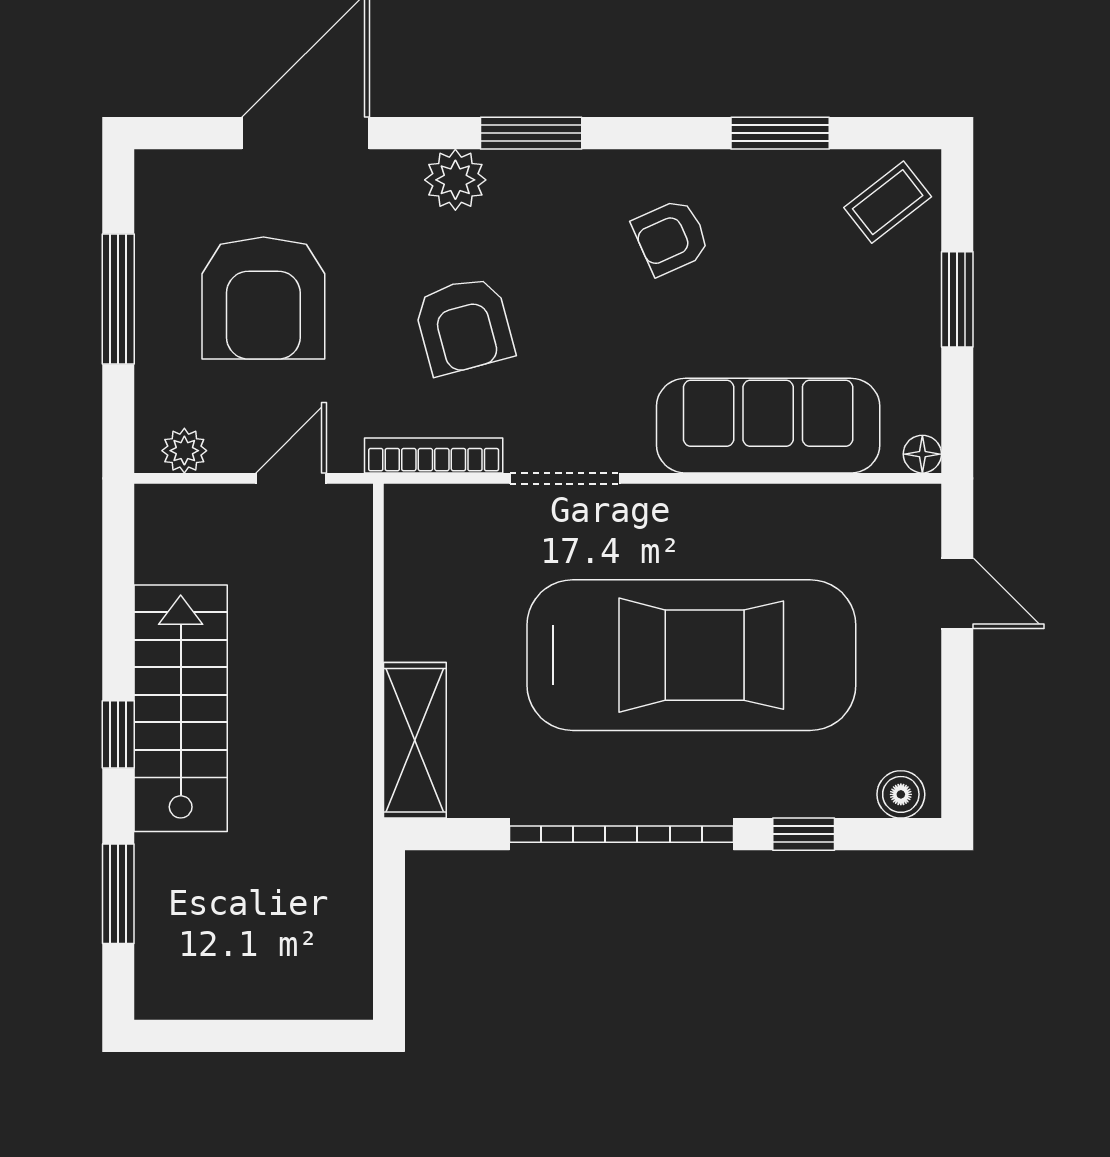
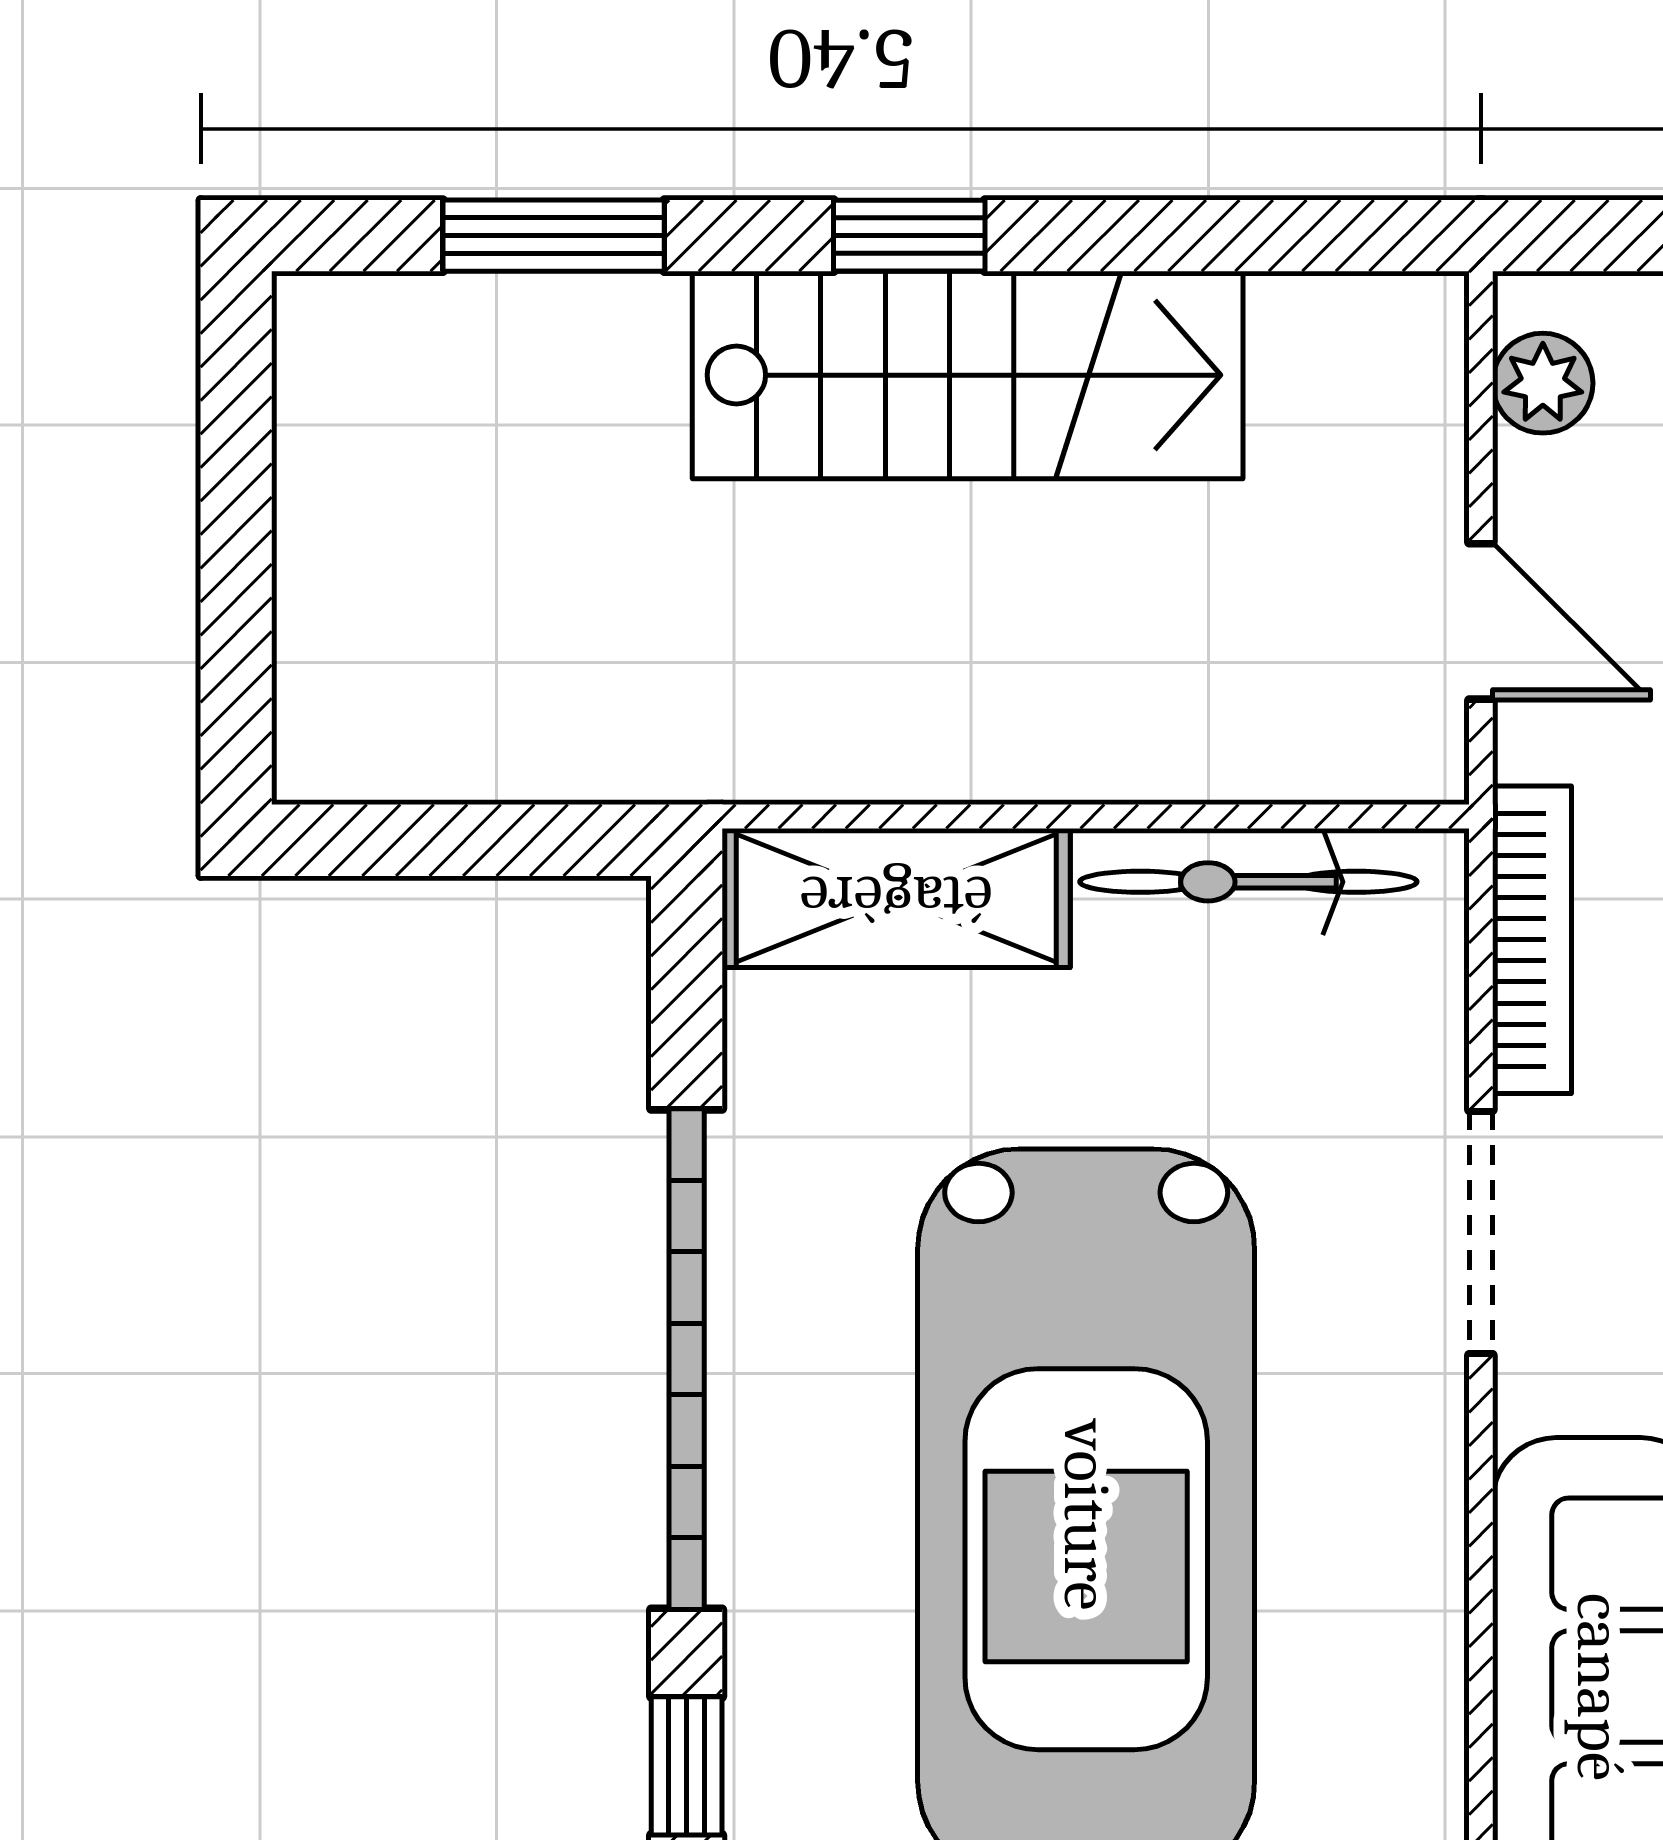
bicycle: (408, 582) -> (1248, 882), added

